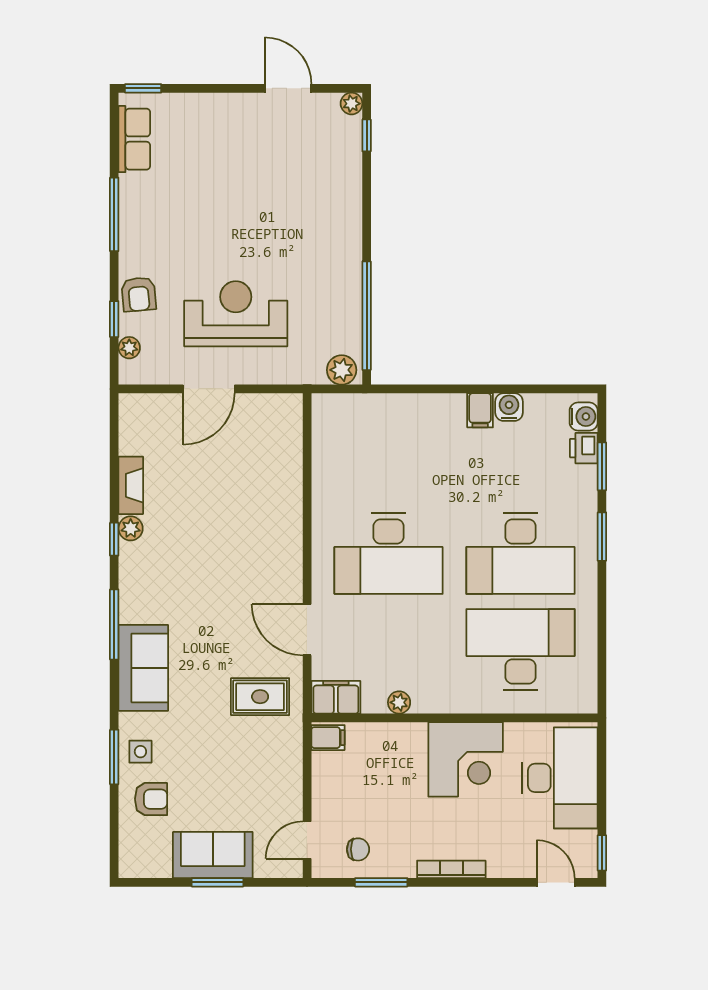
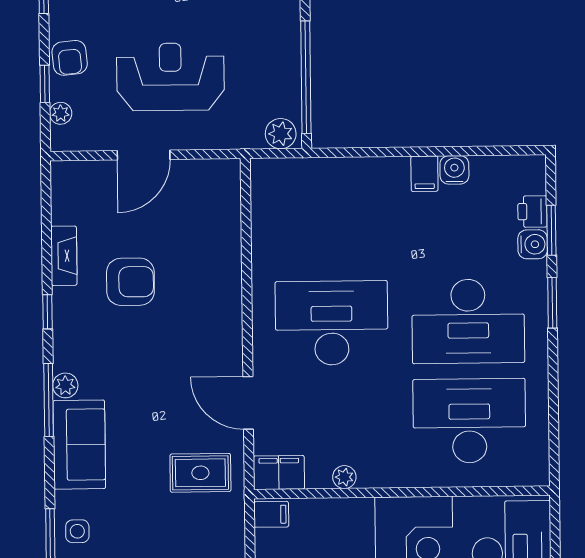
water cooler: (584, 417) -> (533, 244), moved
armchair: (195, 511) -> (130, 282), added
plant: (131, 528) -> (65, 385), moved
desk: (389, 553) -> (332, 323), turned 180

